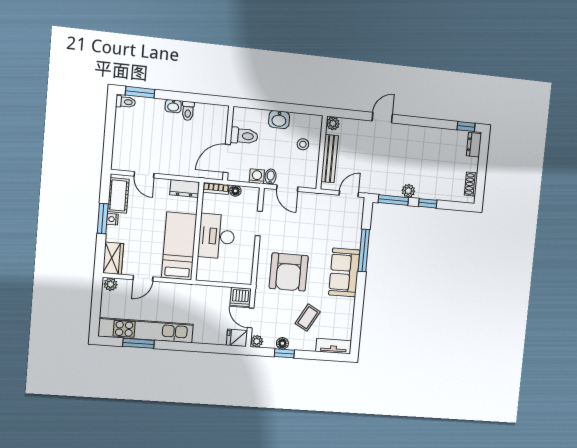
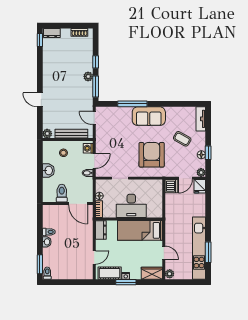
washing machine: (257, 176) -> (88, 148), moved
armchair: (289, 272) -> (152, 155), turned -90

